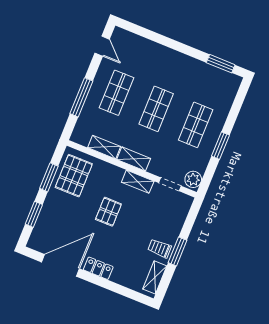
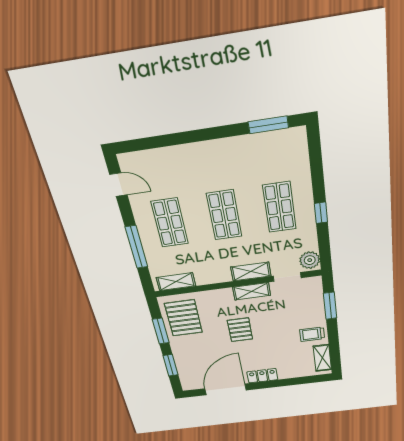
window: (220, 146) -> (321, 213), width x0.67
shelving: (104, 147) -> (176, 282), moved
shelving: (134, 159) -> (251, 272), moved
window: (178, 251) -> (330, 306), moved

